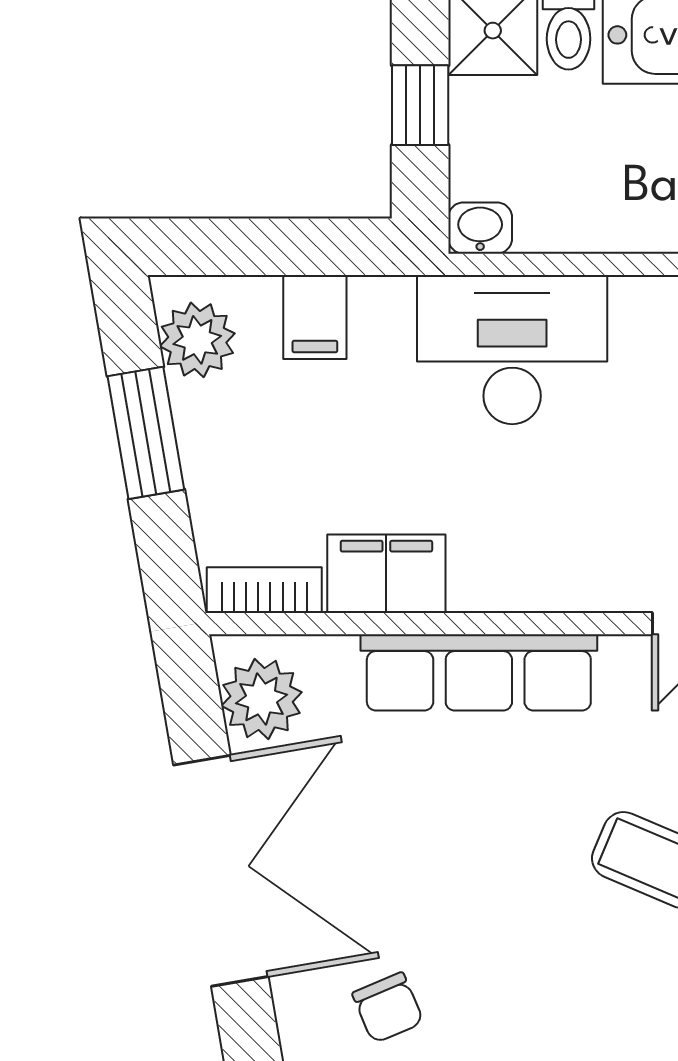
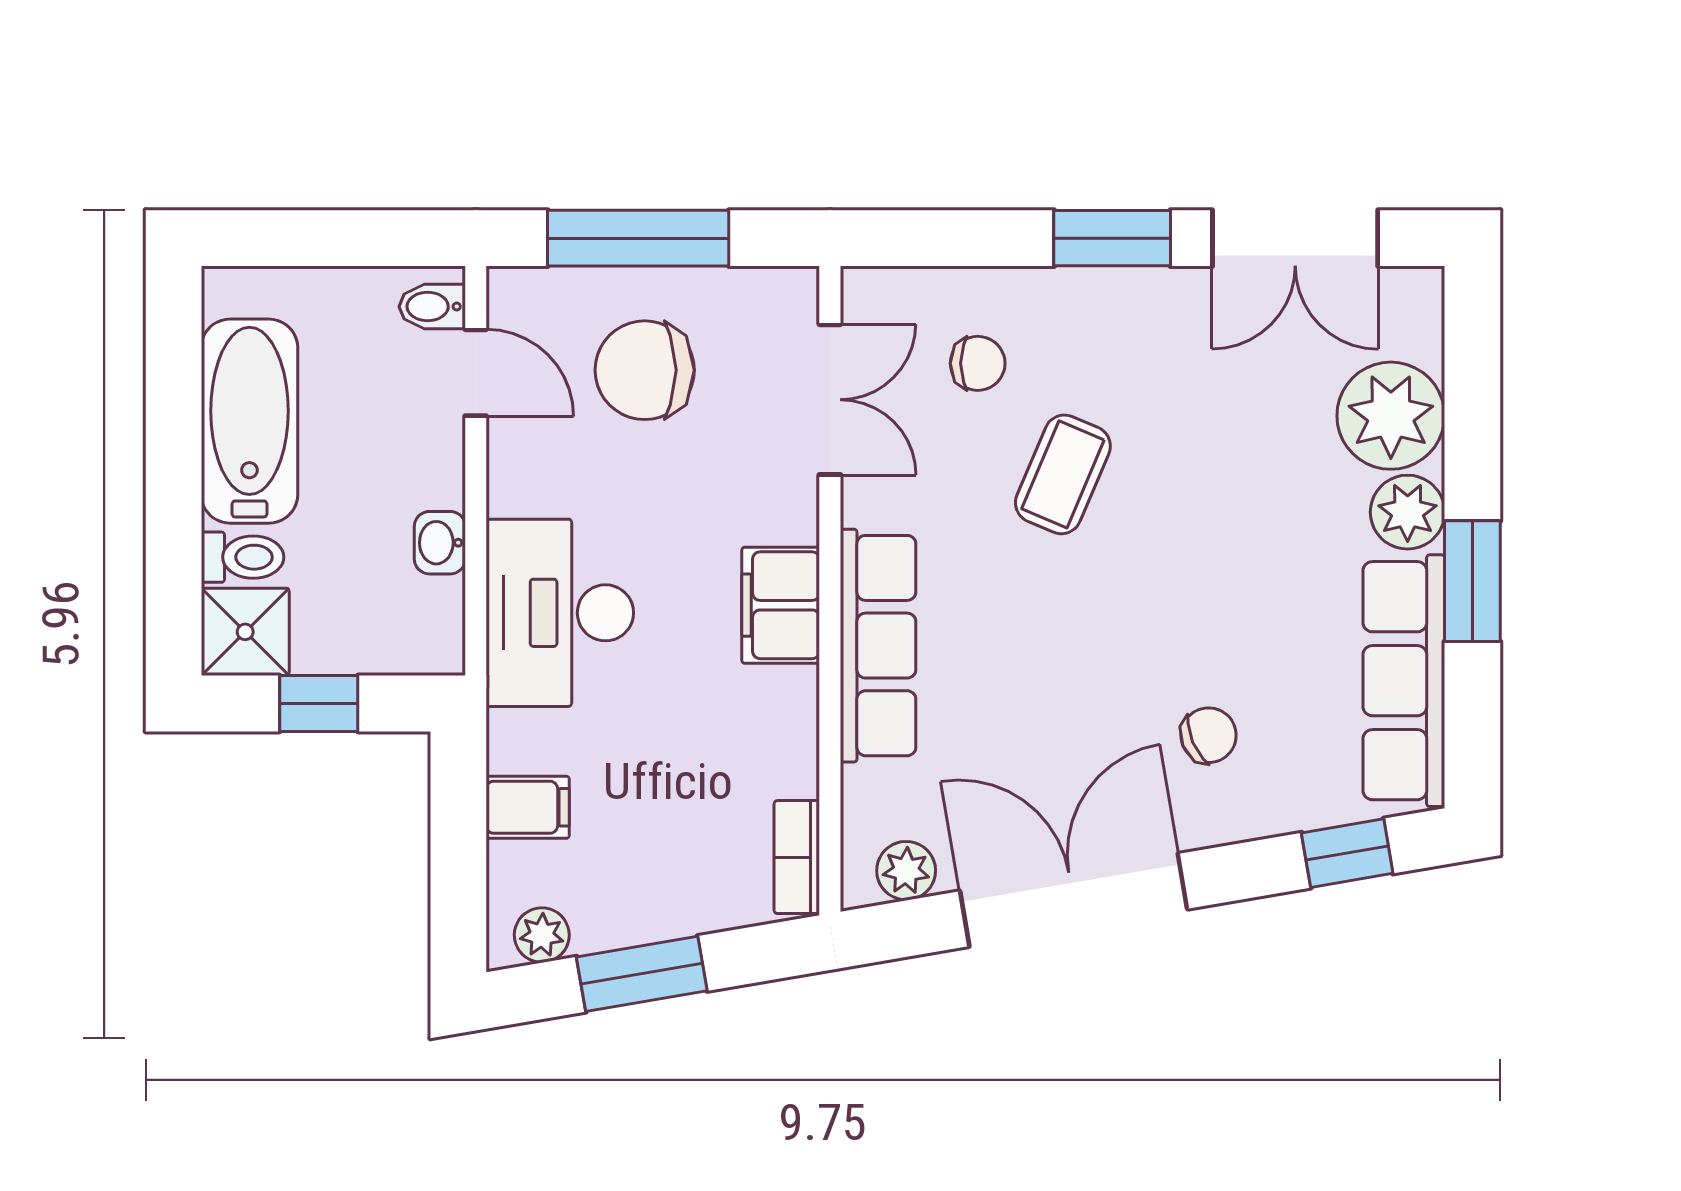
washbasin: (480, 228) -> (440, 543), moved
plant: (197, 340) -> (542, 935), width x0.73, depth x0.73
filing cabinet: (386, 574) -> (781, 605), moved
plant: (262, 699) -> (906, 871), width x0.73, depth x0.73

